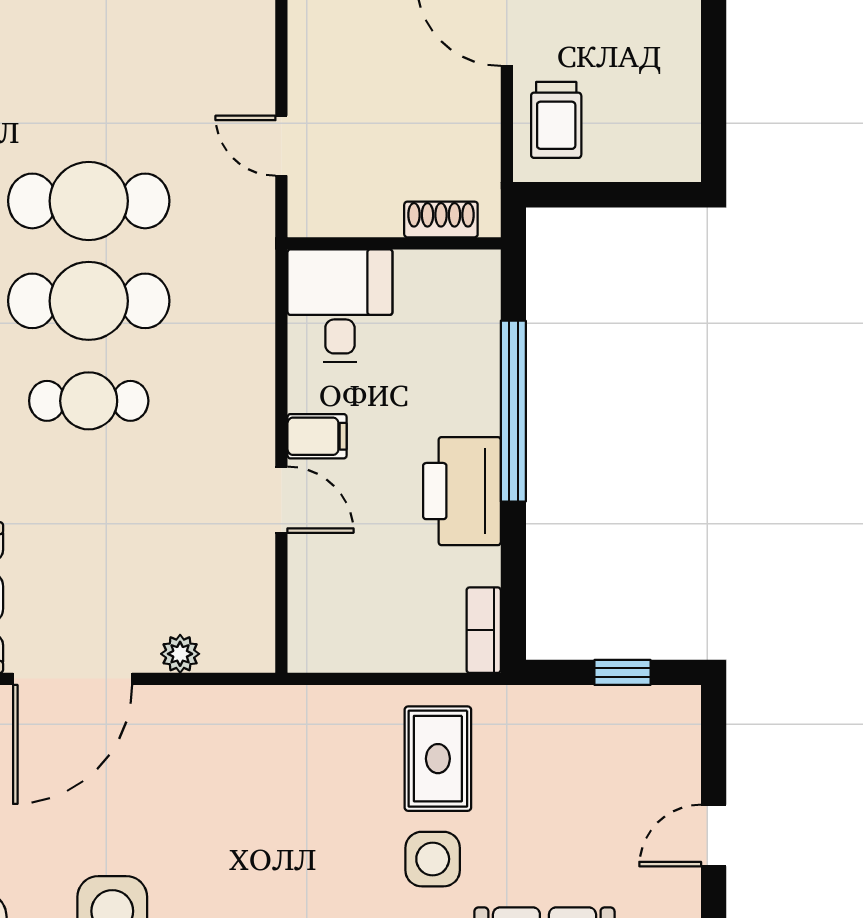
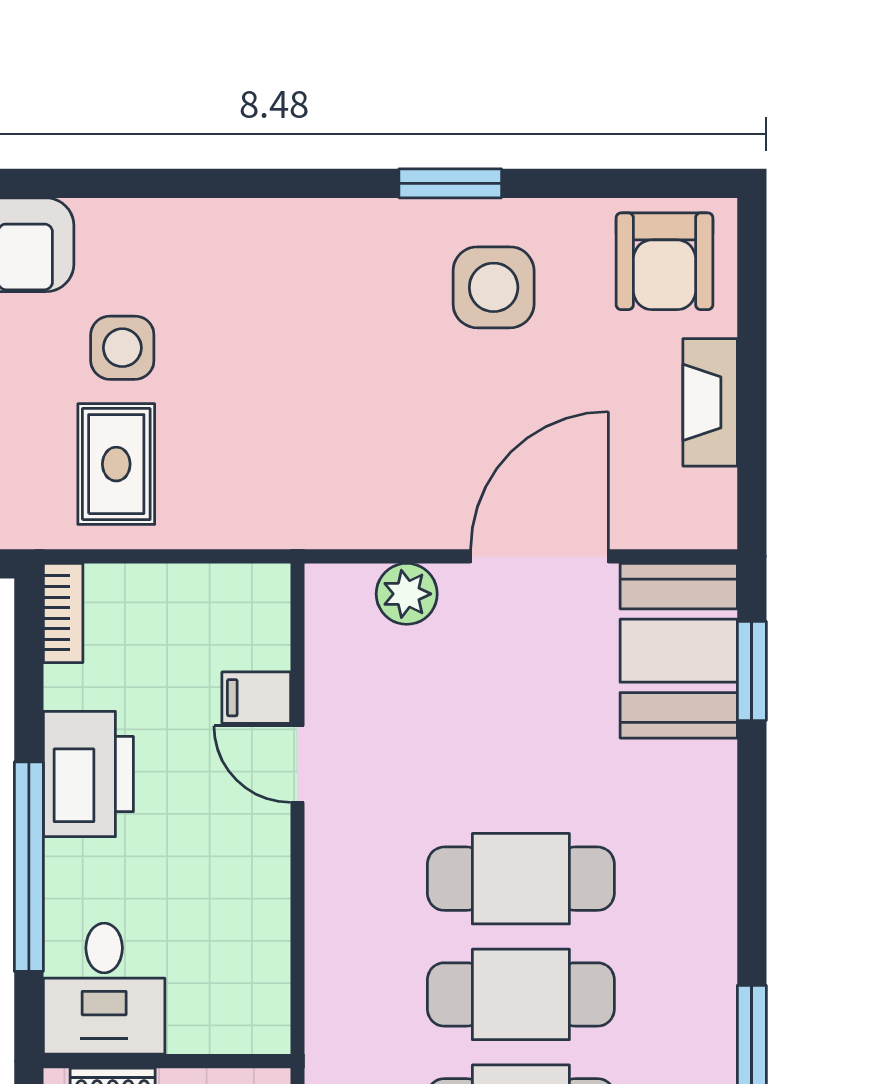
desk: (340, 306) -> (104, 989), moved
cafe table: (89, 401) -> (521, 879), width x1.37, depth x1.35
filing cabinet: (317, 436) -> (256, 698), moved
plant: (180, 654) -> (407, 594), width x1.38, depth x1.38

